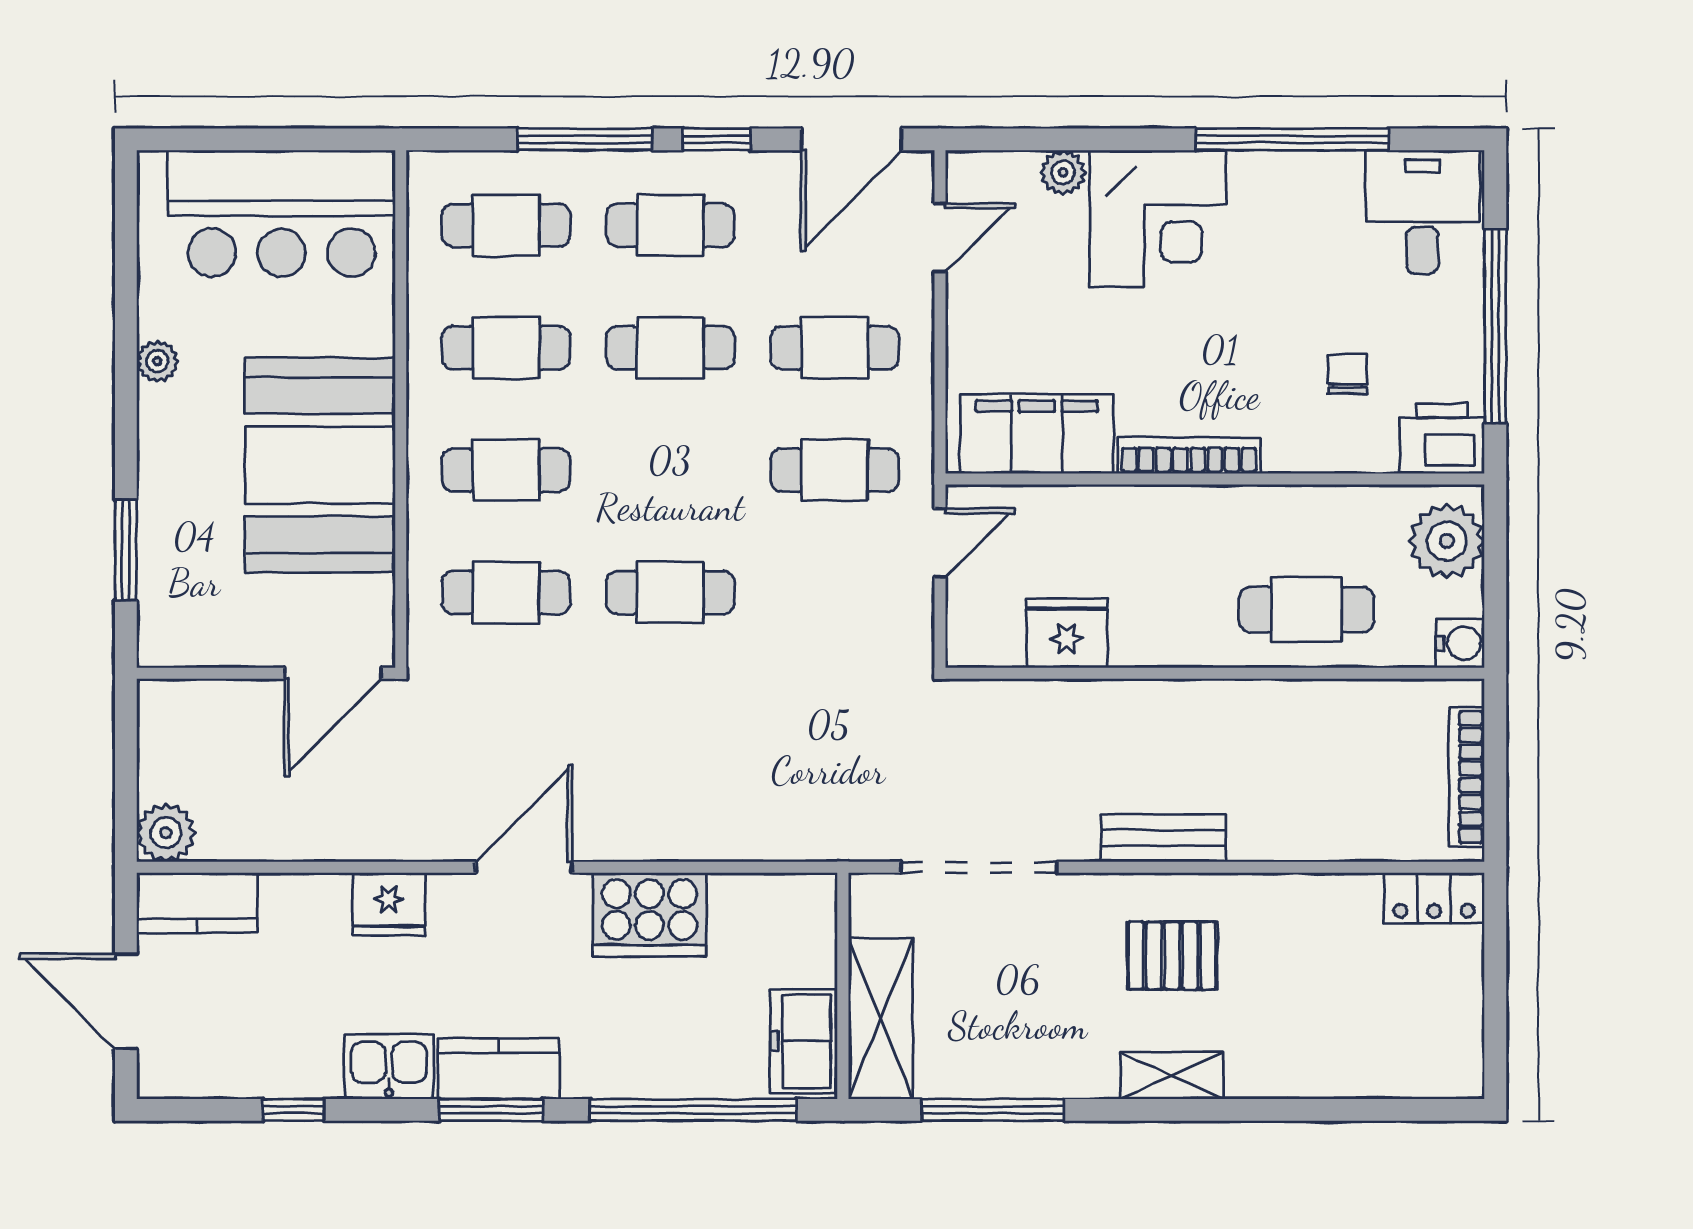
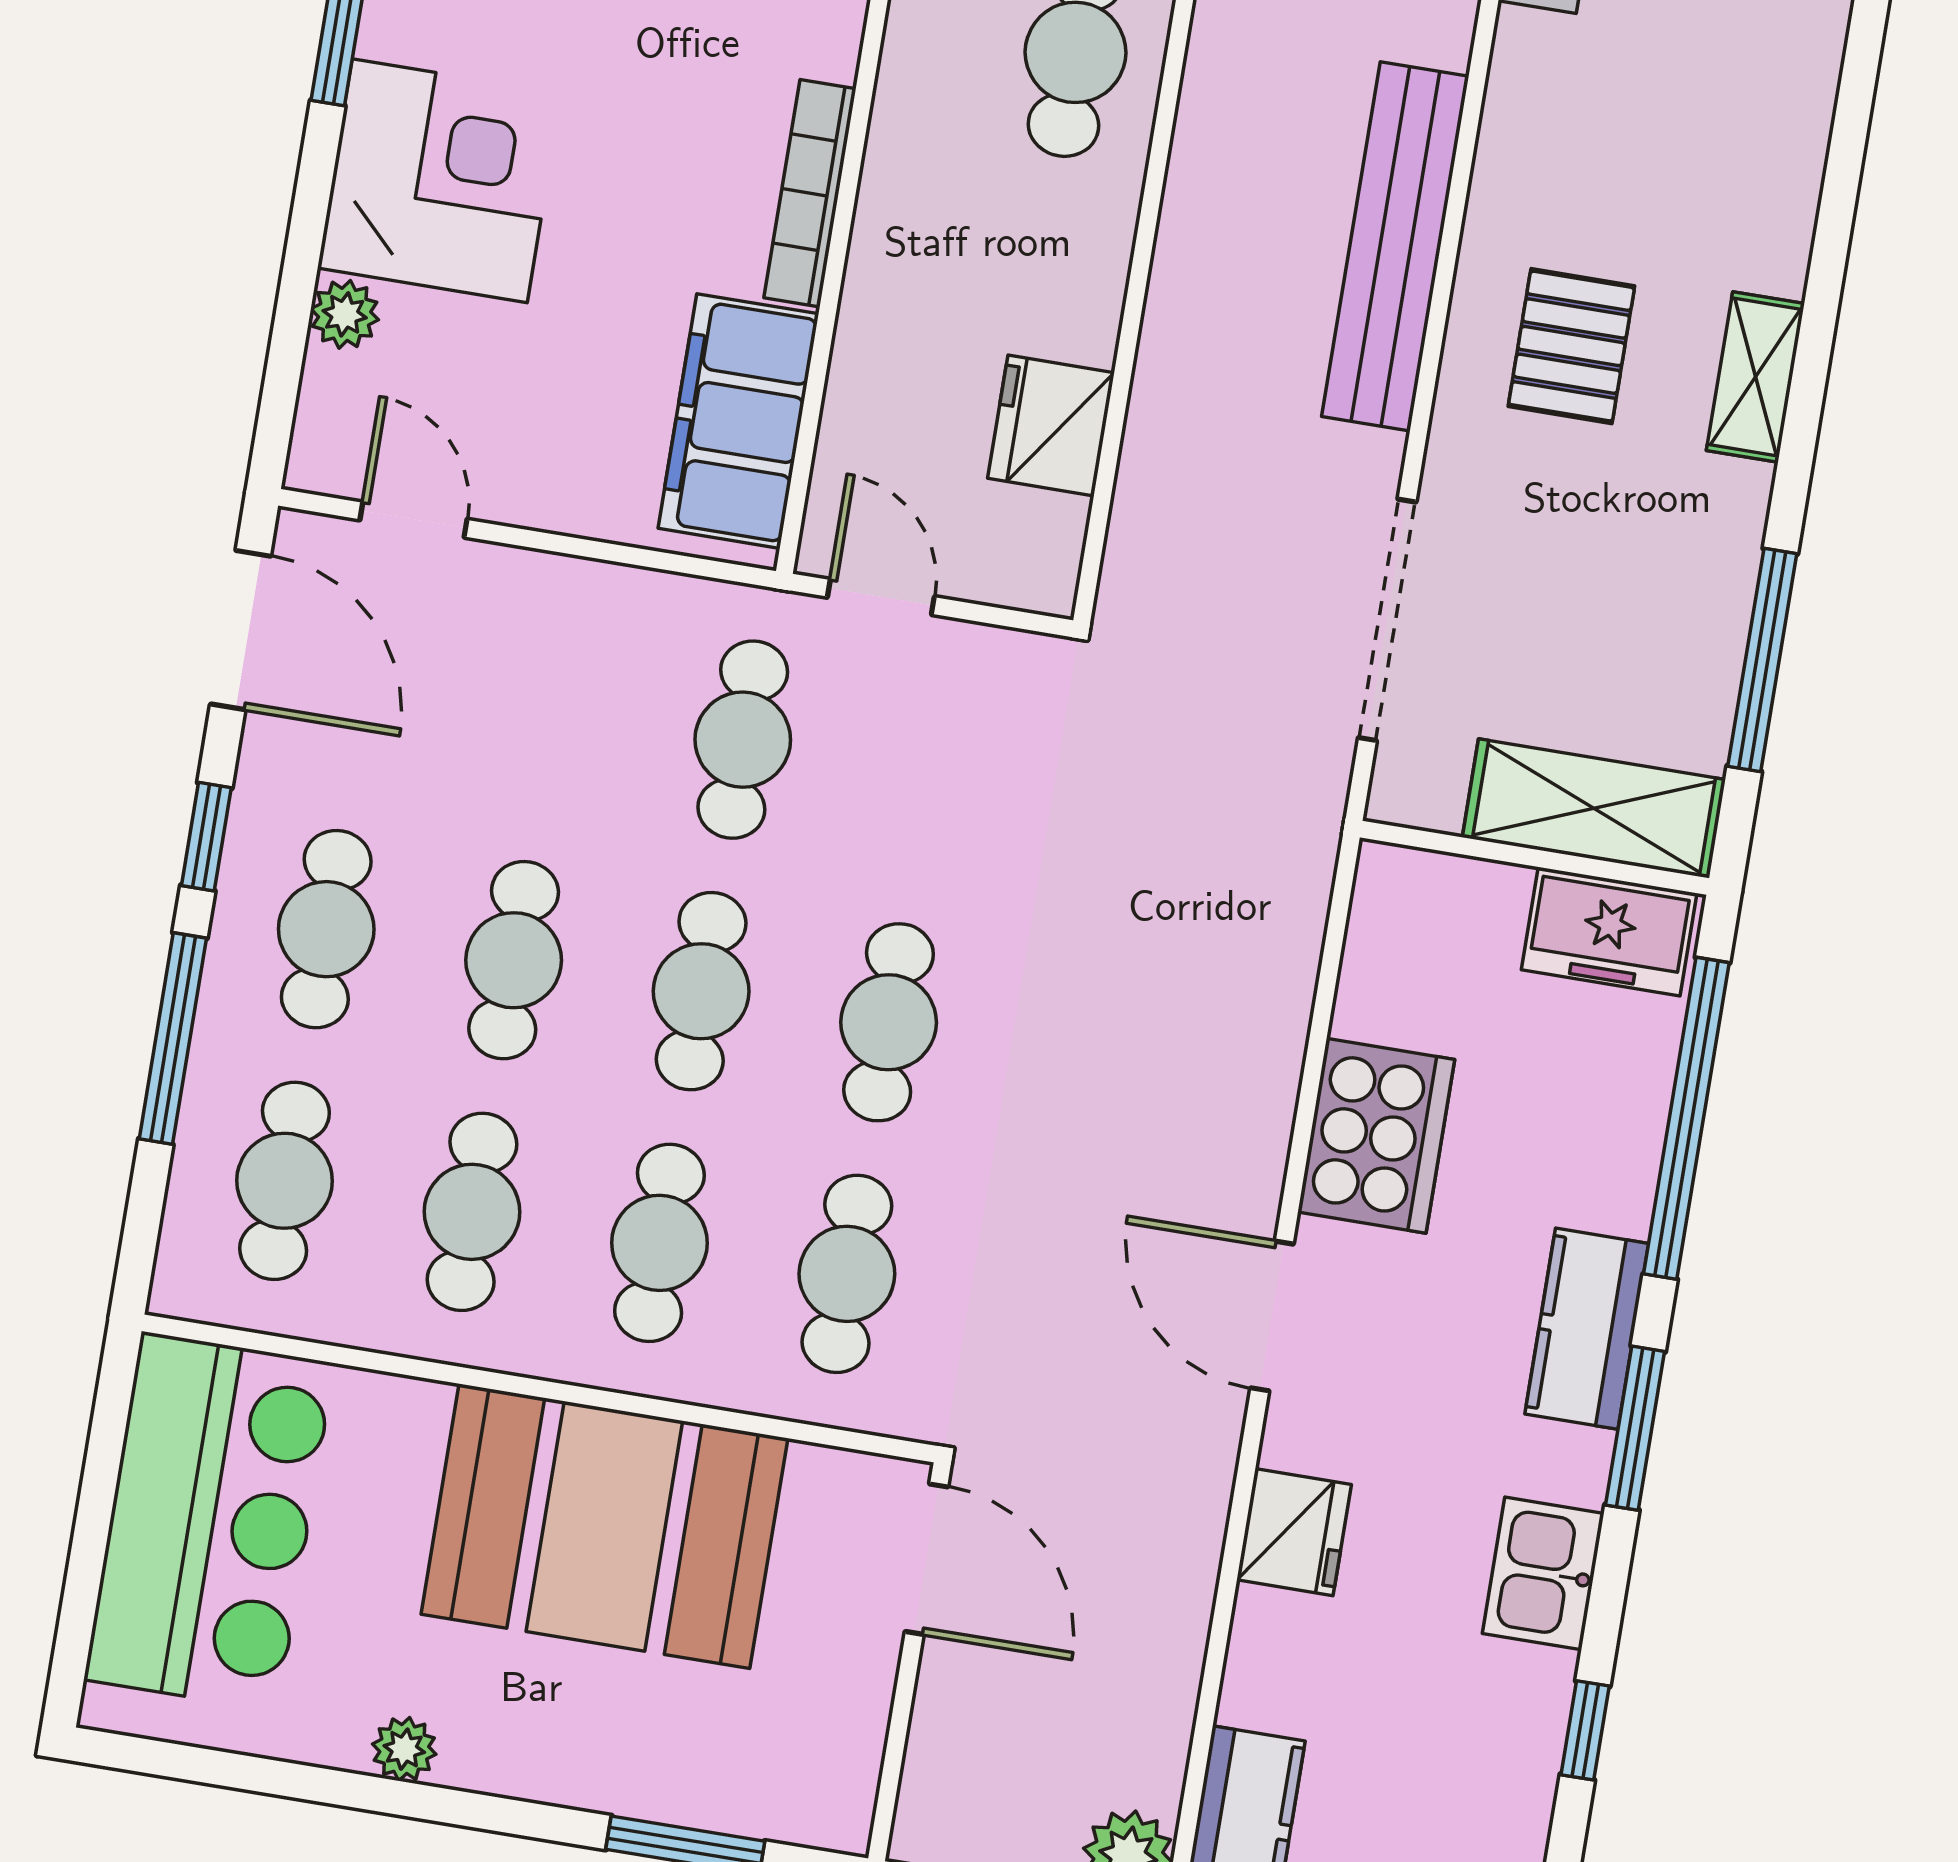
cafe table: (835, 348) -> (701, 991), moved
bench: (1163, 838) -> (1395, 246), width x1.86, depth x1.21
kitchen counter: (499, 1069) -> (1587, 1329), moved

